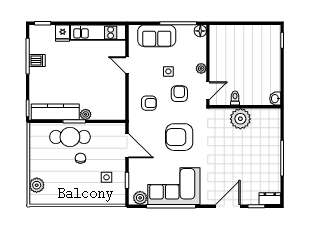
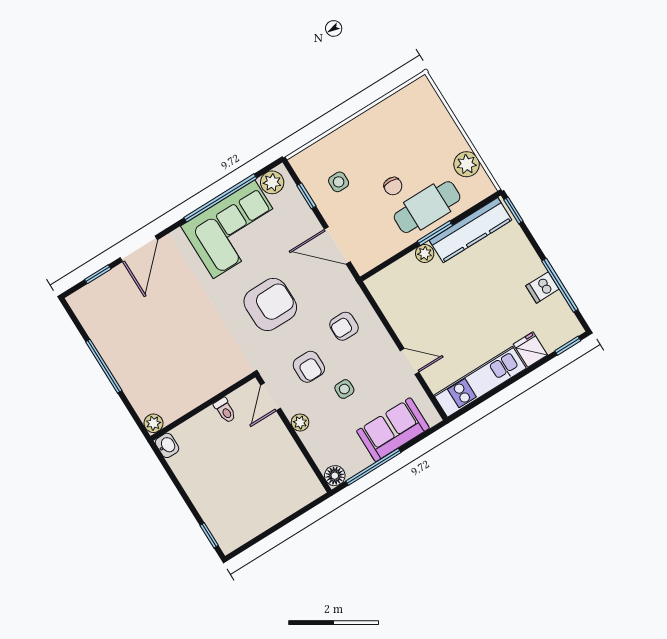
plant: (240, 119) -> (153, 423), moved, width x0.53, depth x0.53
plant: (37, 185) -> (467, 164), moved
dresser: (270, 199) -> (85, 297), removed

